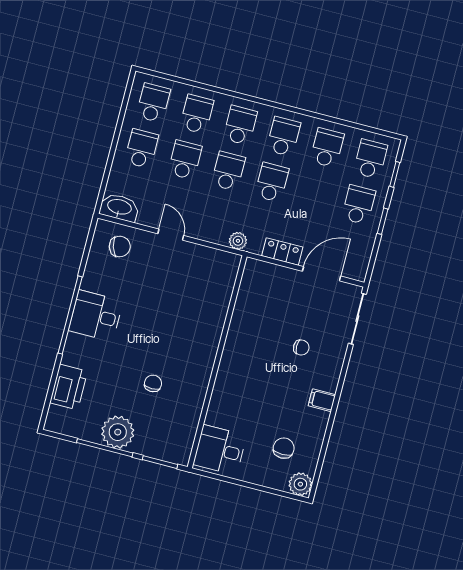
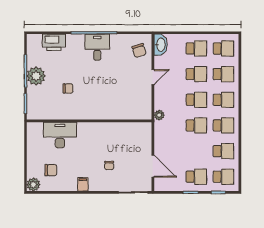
locker: (282, 251) -> (160, 141), removed
desk: (220, 450) -> (60, 135), moved, width x1.37

